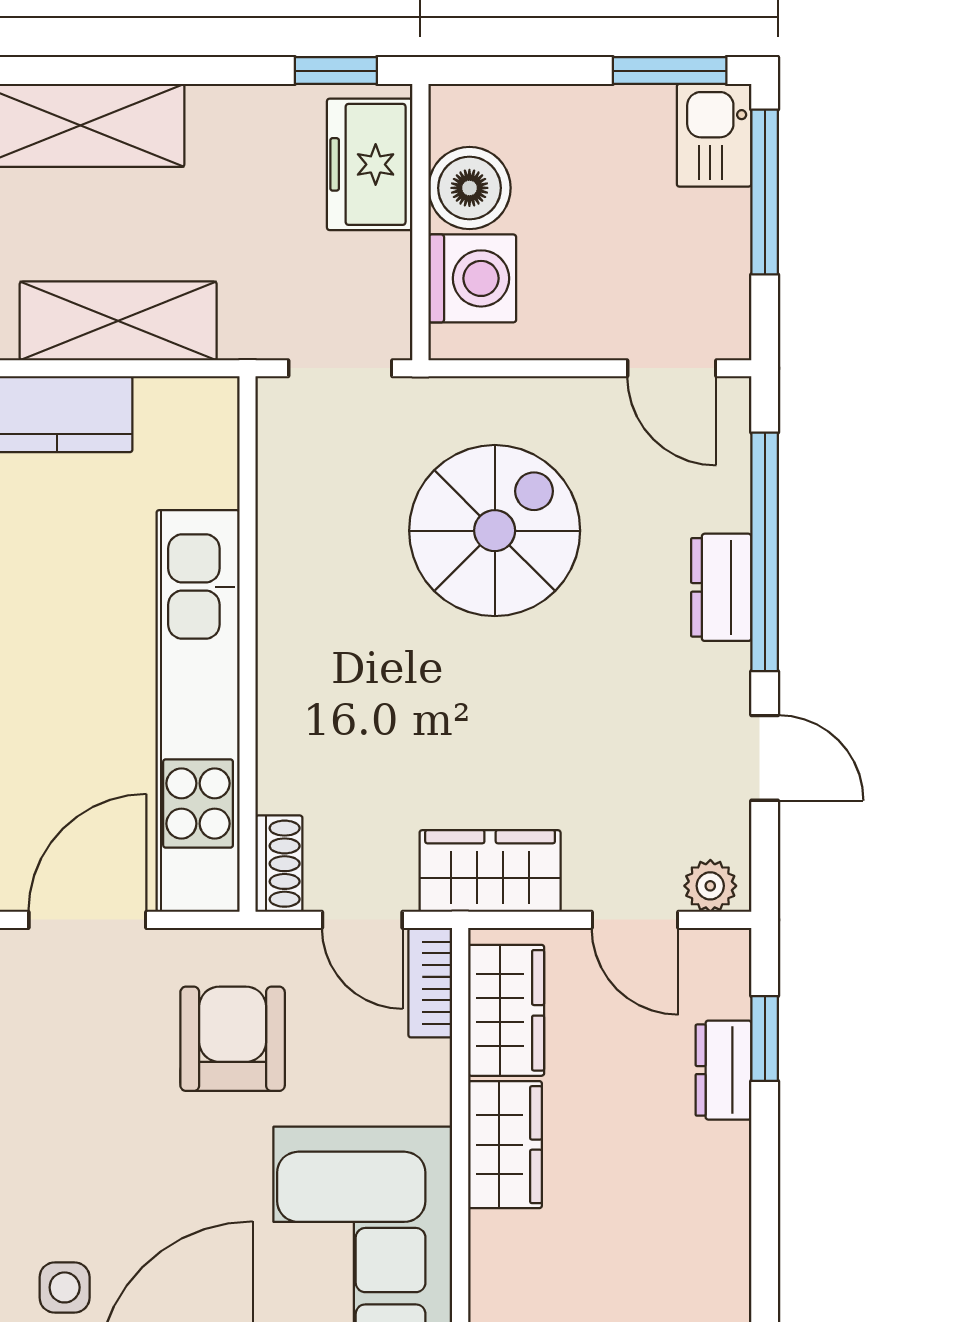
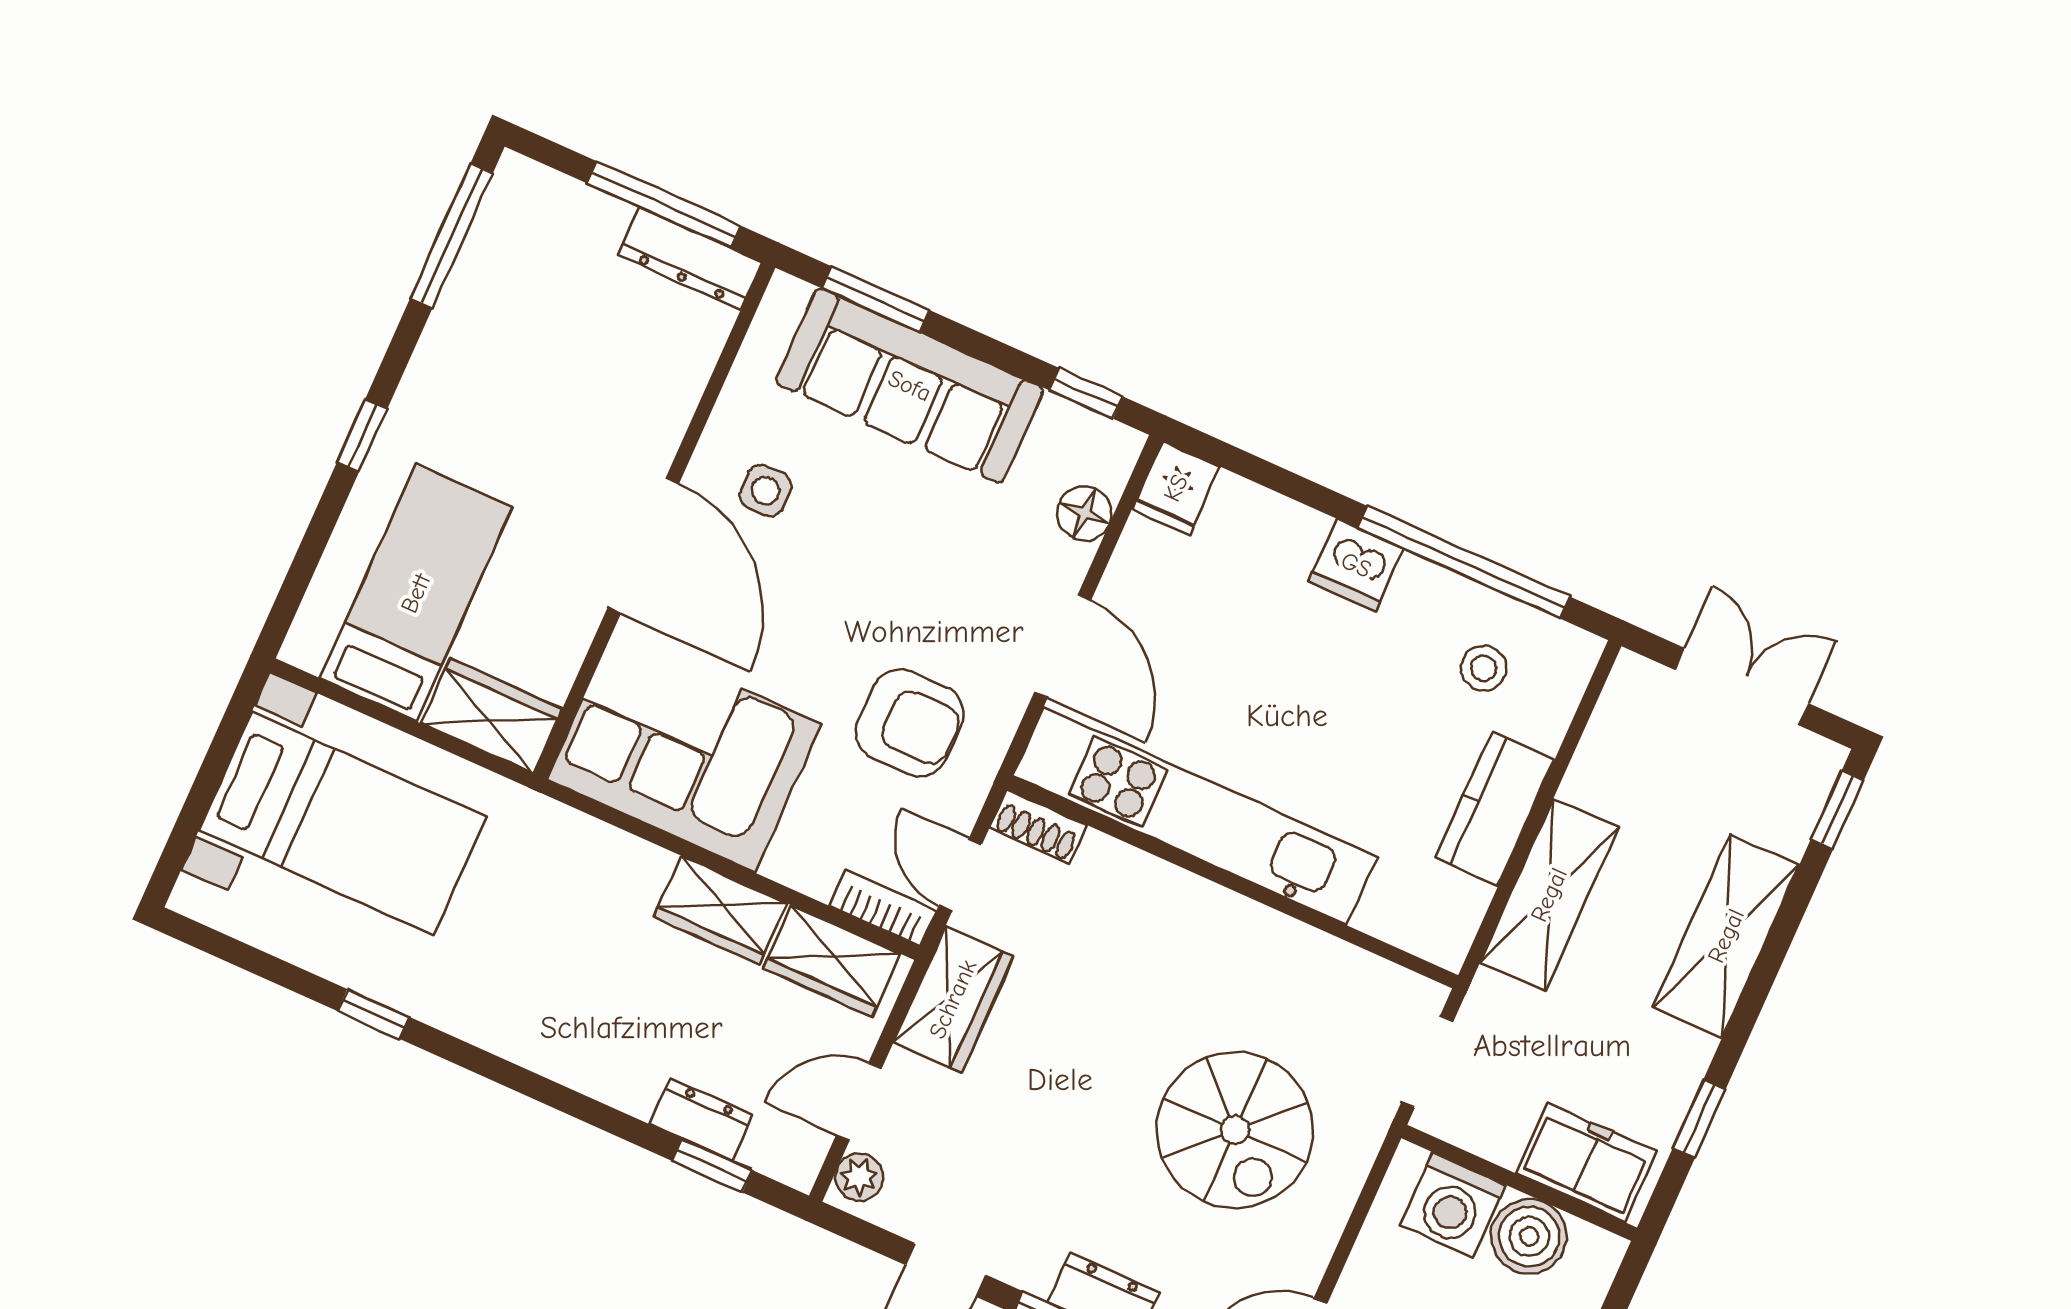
window: (336, 71) -> (1699, 1119), moved
door: (362, 920) -> (960, 875), hinge flipped

